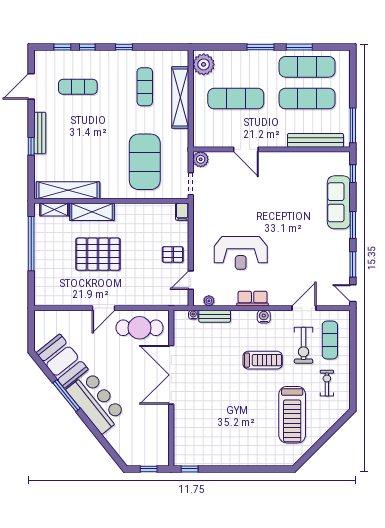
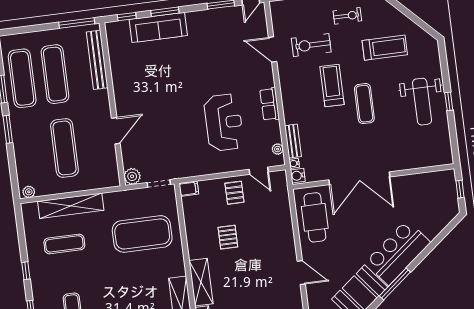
plant: (204, 64) -> (29, 192), width x0.53, depth x0.53
window: (353, 225) -> (165, 12), moved
pallet: (98, 254) -> (228, 237), moved, width x0.49, depth x0.50
door: (103, 308) -> (301, 273), moved
water cooler: (264, 317) -> (298, 176), moved
exercise mat: (330, 340) -> (364, 104), moved, turned 90
exercise bike: (303, 345) -> (311, 45), turned 180
exercise bike: (327, 383) -> (347, 16), turned 180
treadmill: (292, 415) -> (385, 48), width x0.73, depth x0.73
weight bench: (236, 444) -> (422, 102), added
window: (190, 469) -> (449, 101), moved

